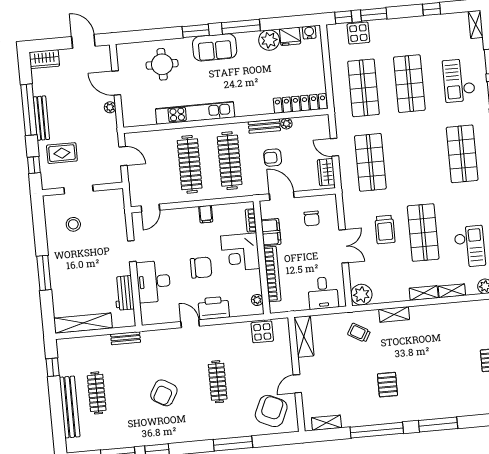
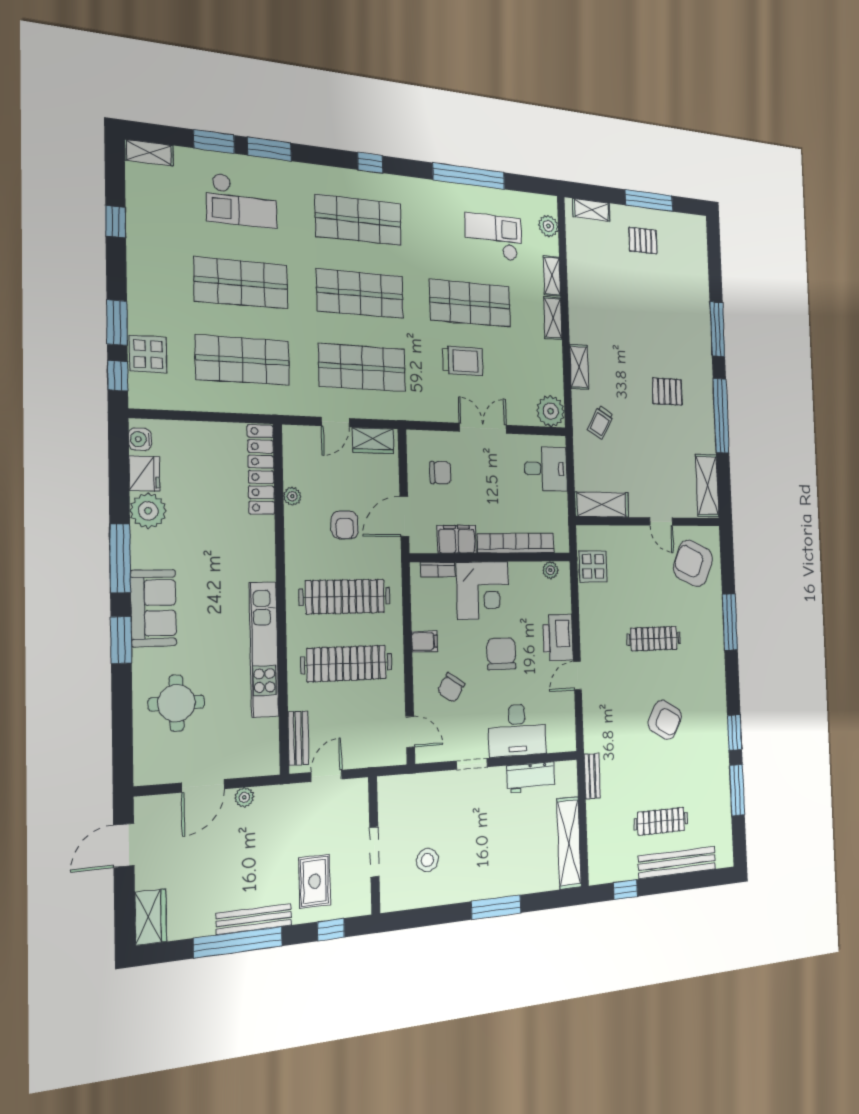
bench: (264, 126) -> (298, 738), moved
shop shelf: (416, 158) -> (360, 293), added
chair: (178, 234) -> (451, 688), added
shelving: (326, 423) -> (707, 485), width x1.50, depth x1.33

